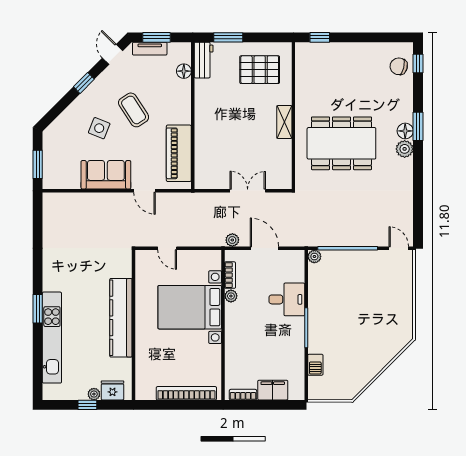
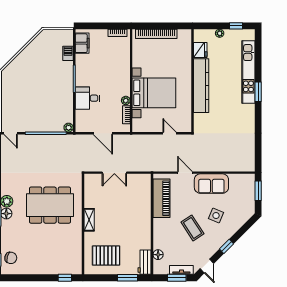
plant: (232, 240) -> (125, 139), removed
fridge: (112, 390) -> (200, 50), moved, turned -90
filing cabinet: (273, 390) -> (82, 43), moved, turned -90
window: (87, 405) -> (236, 26), moved

